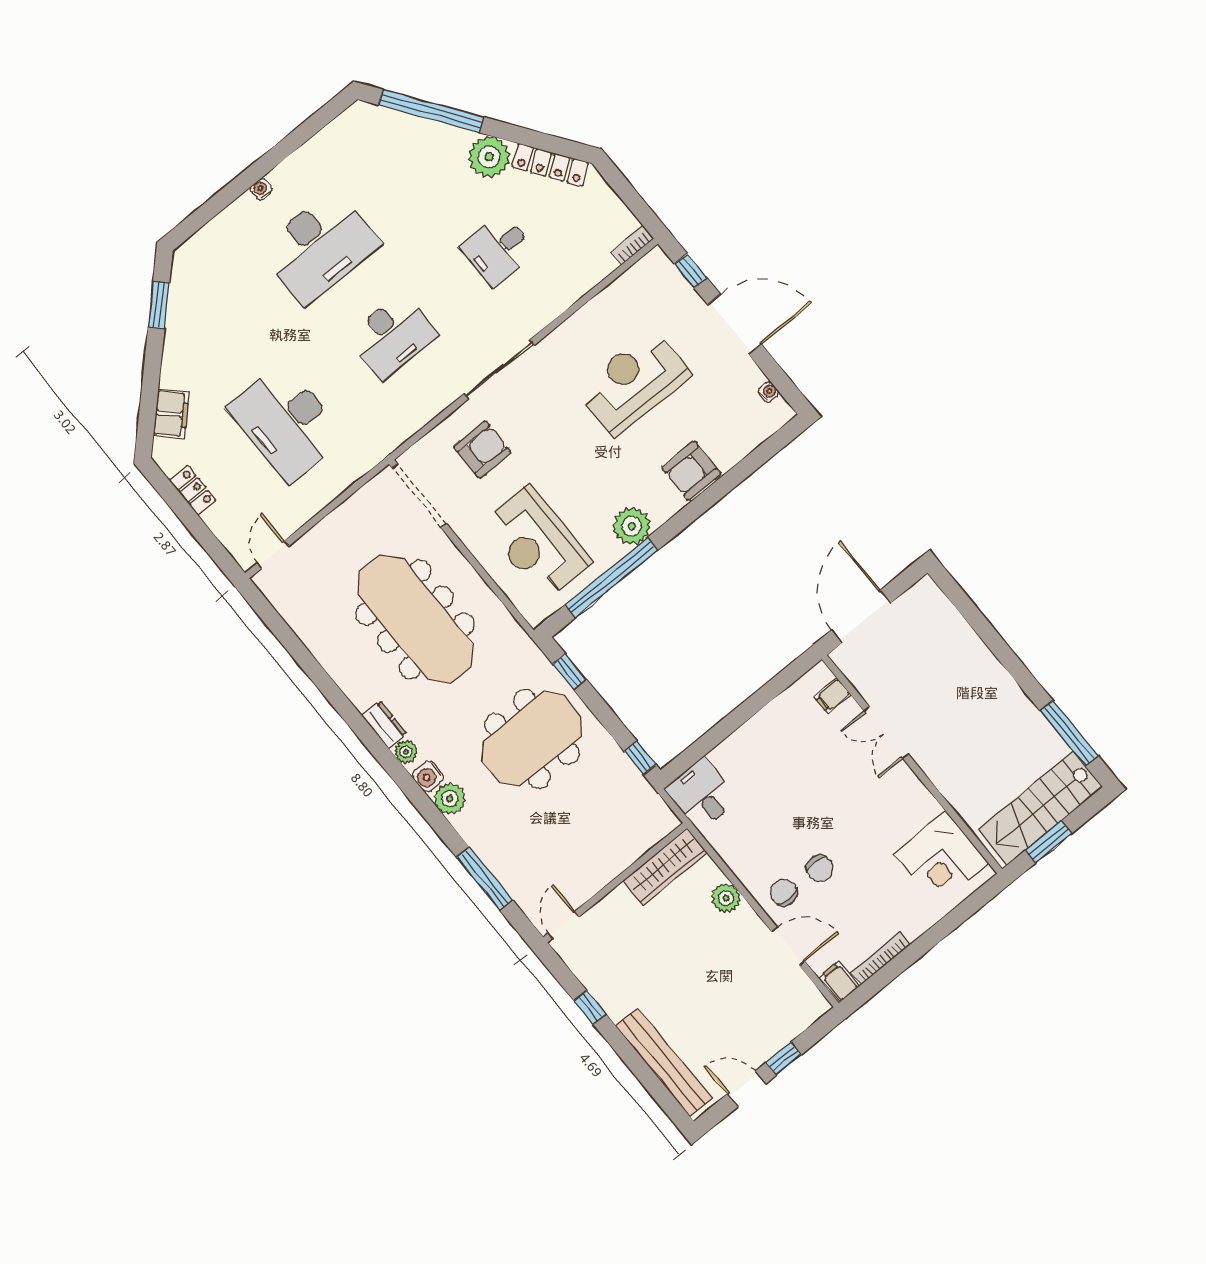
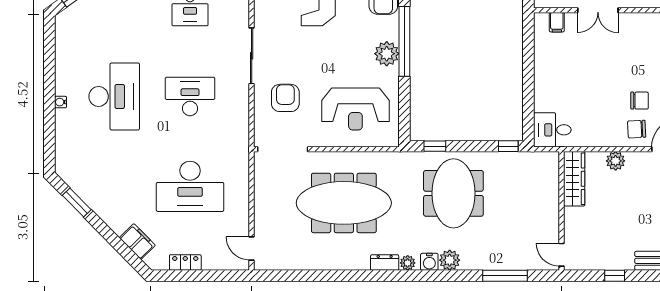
desk: (392, 336) -> (190, 96), turned -90
window: (611, 578) -> (404, 41), moved

